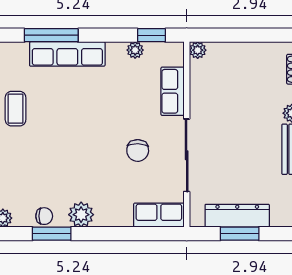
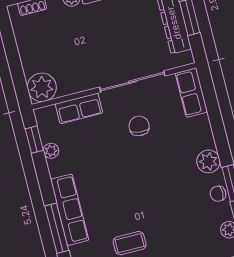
plant: (198, 50) -> (42, 87), width x1.88, depth x1.88
chair: (138, 150) -> (139, 126), turned -86
chair: (44, 216) -> (218, 194), turned -90

